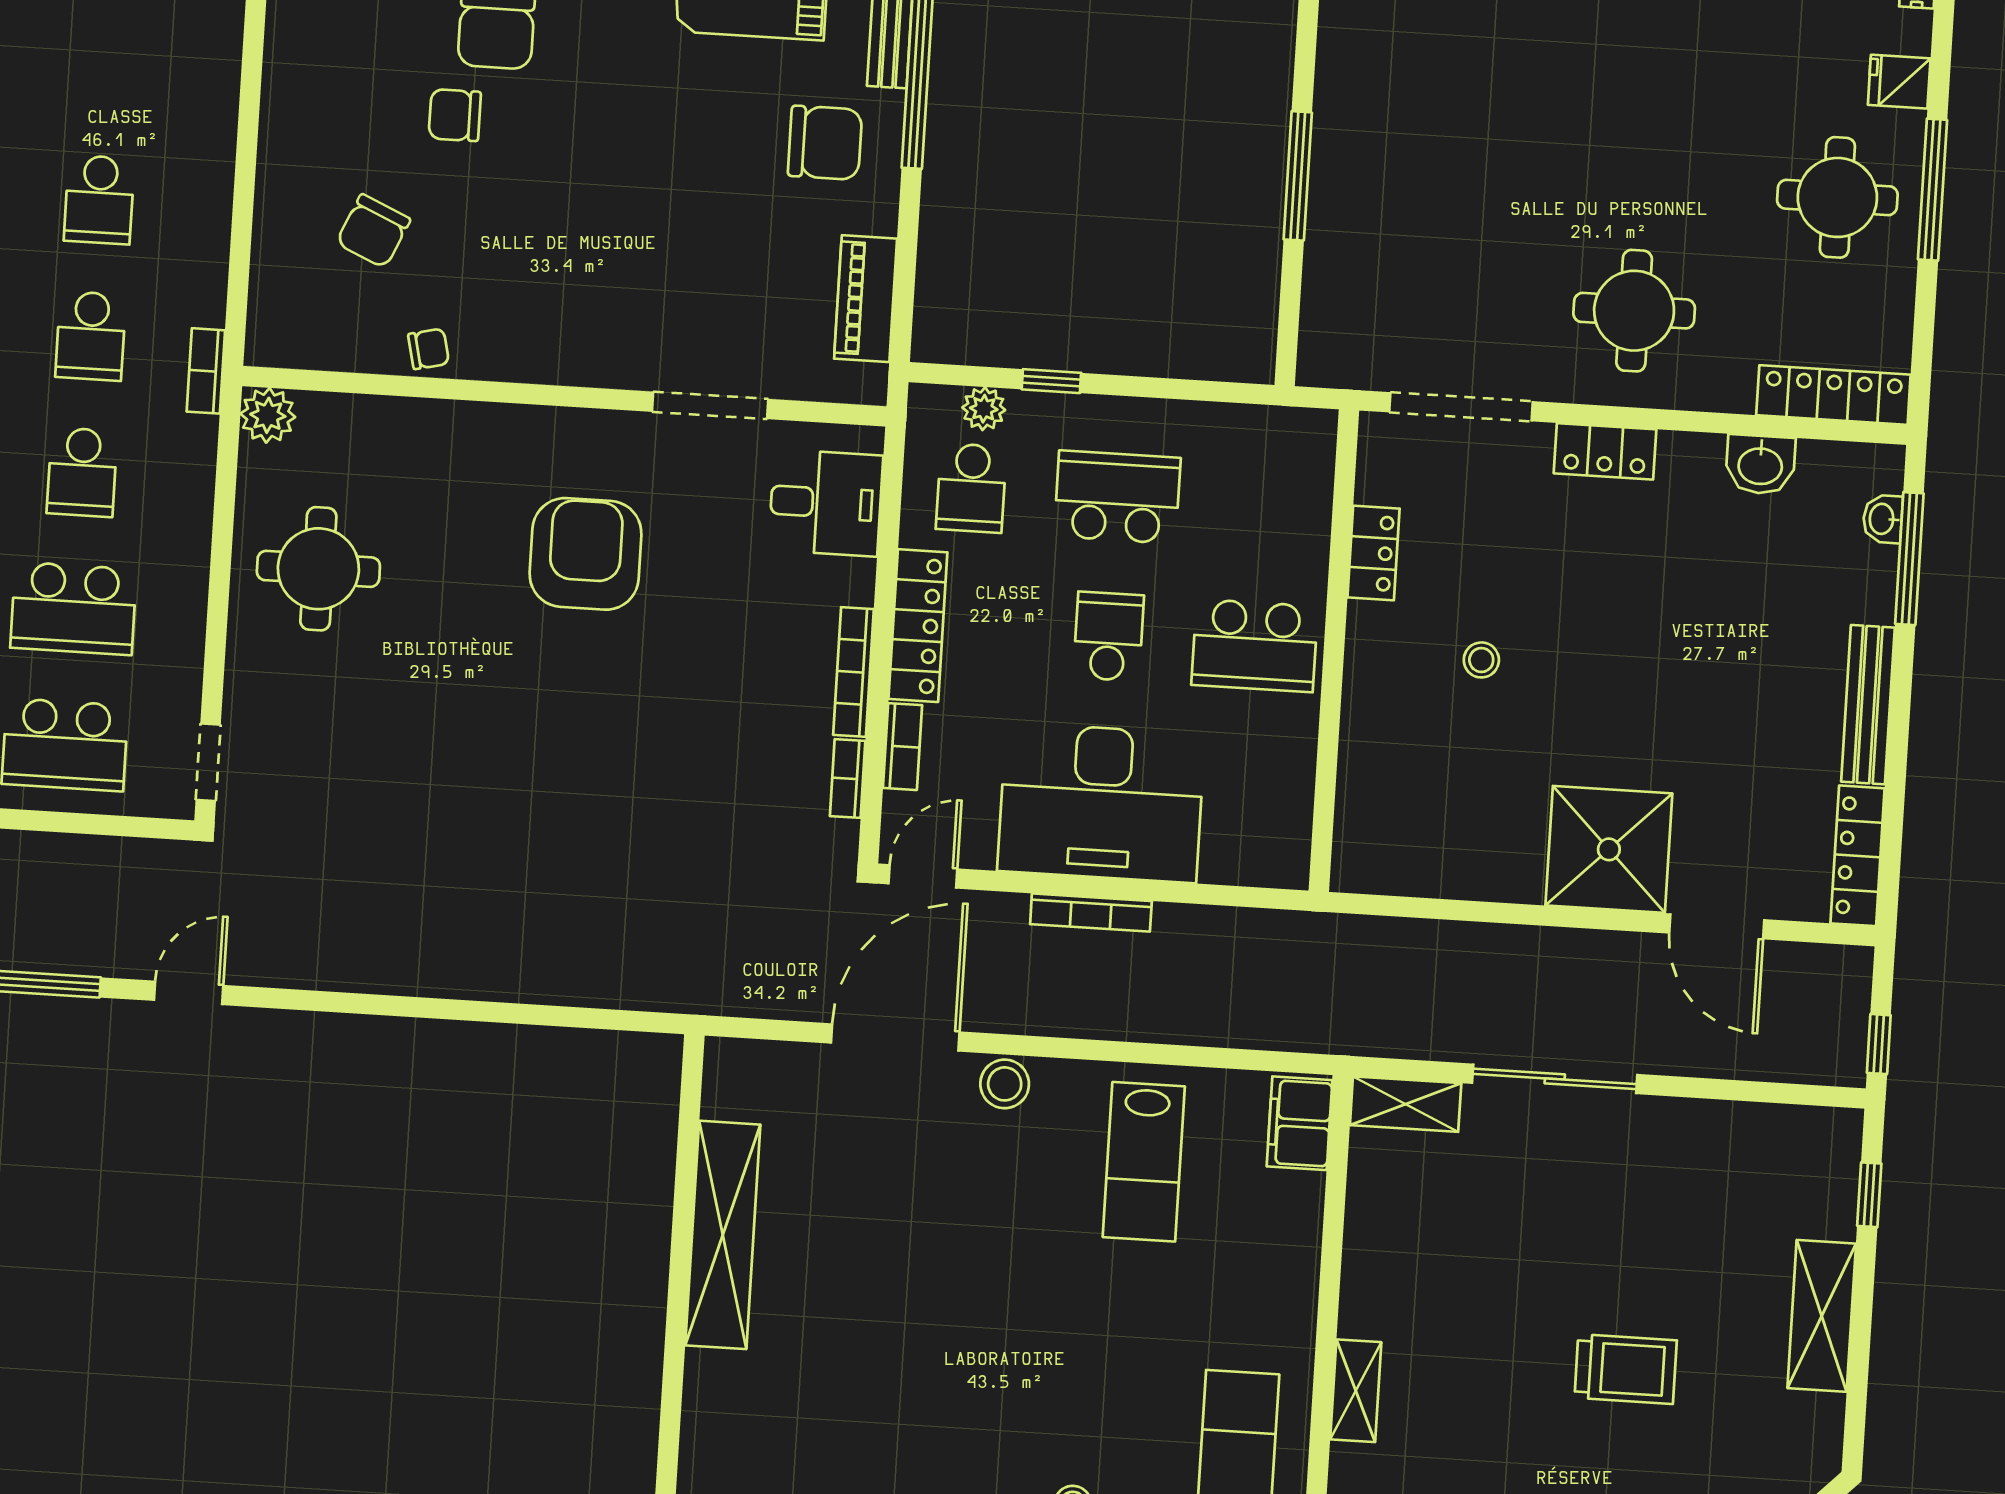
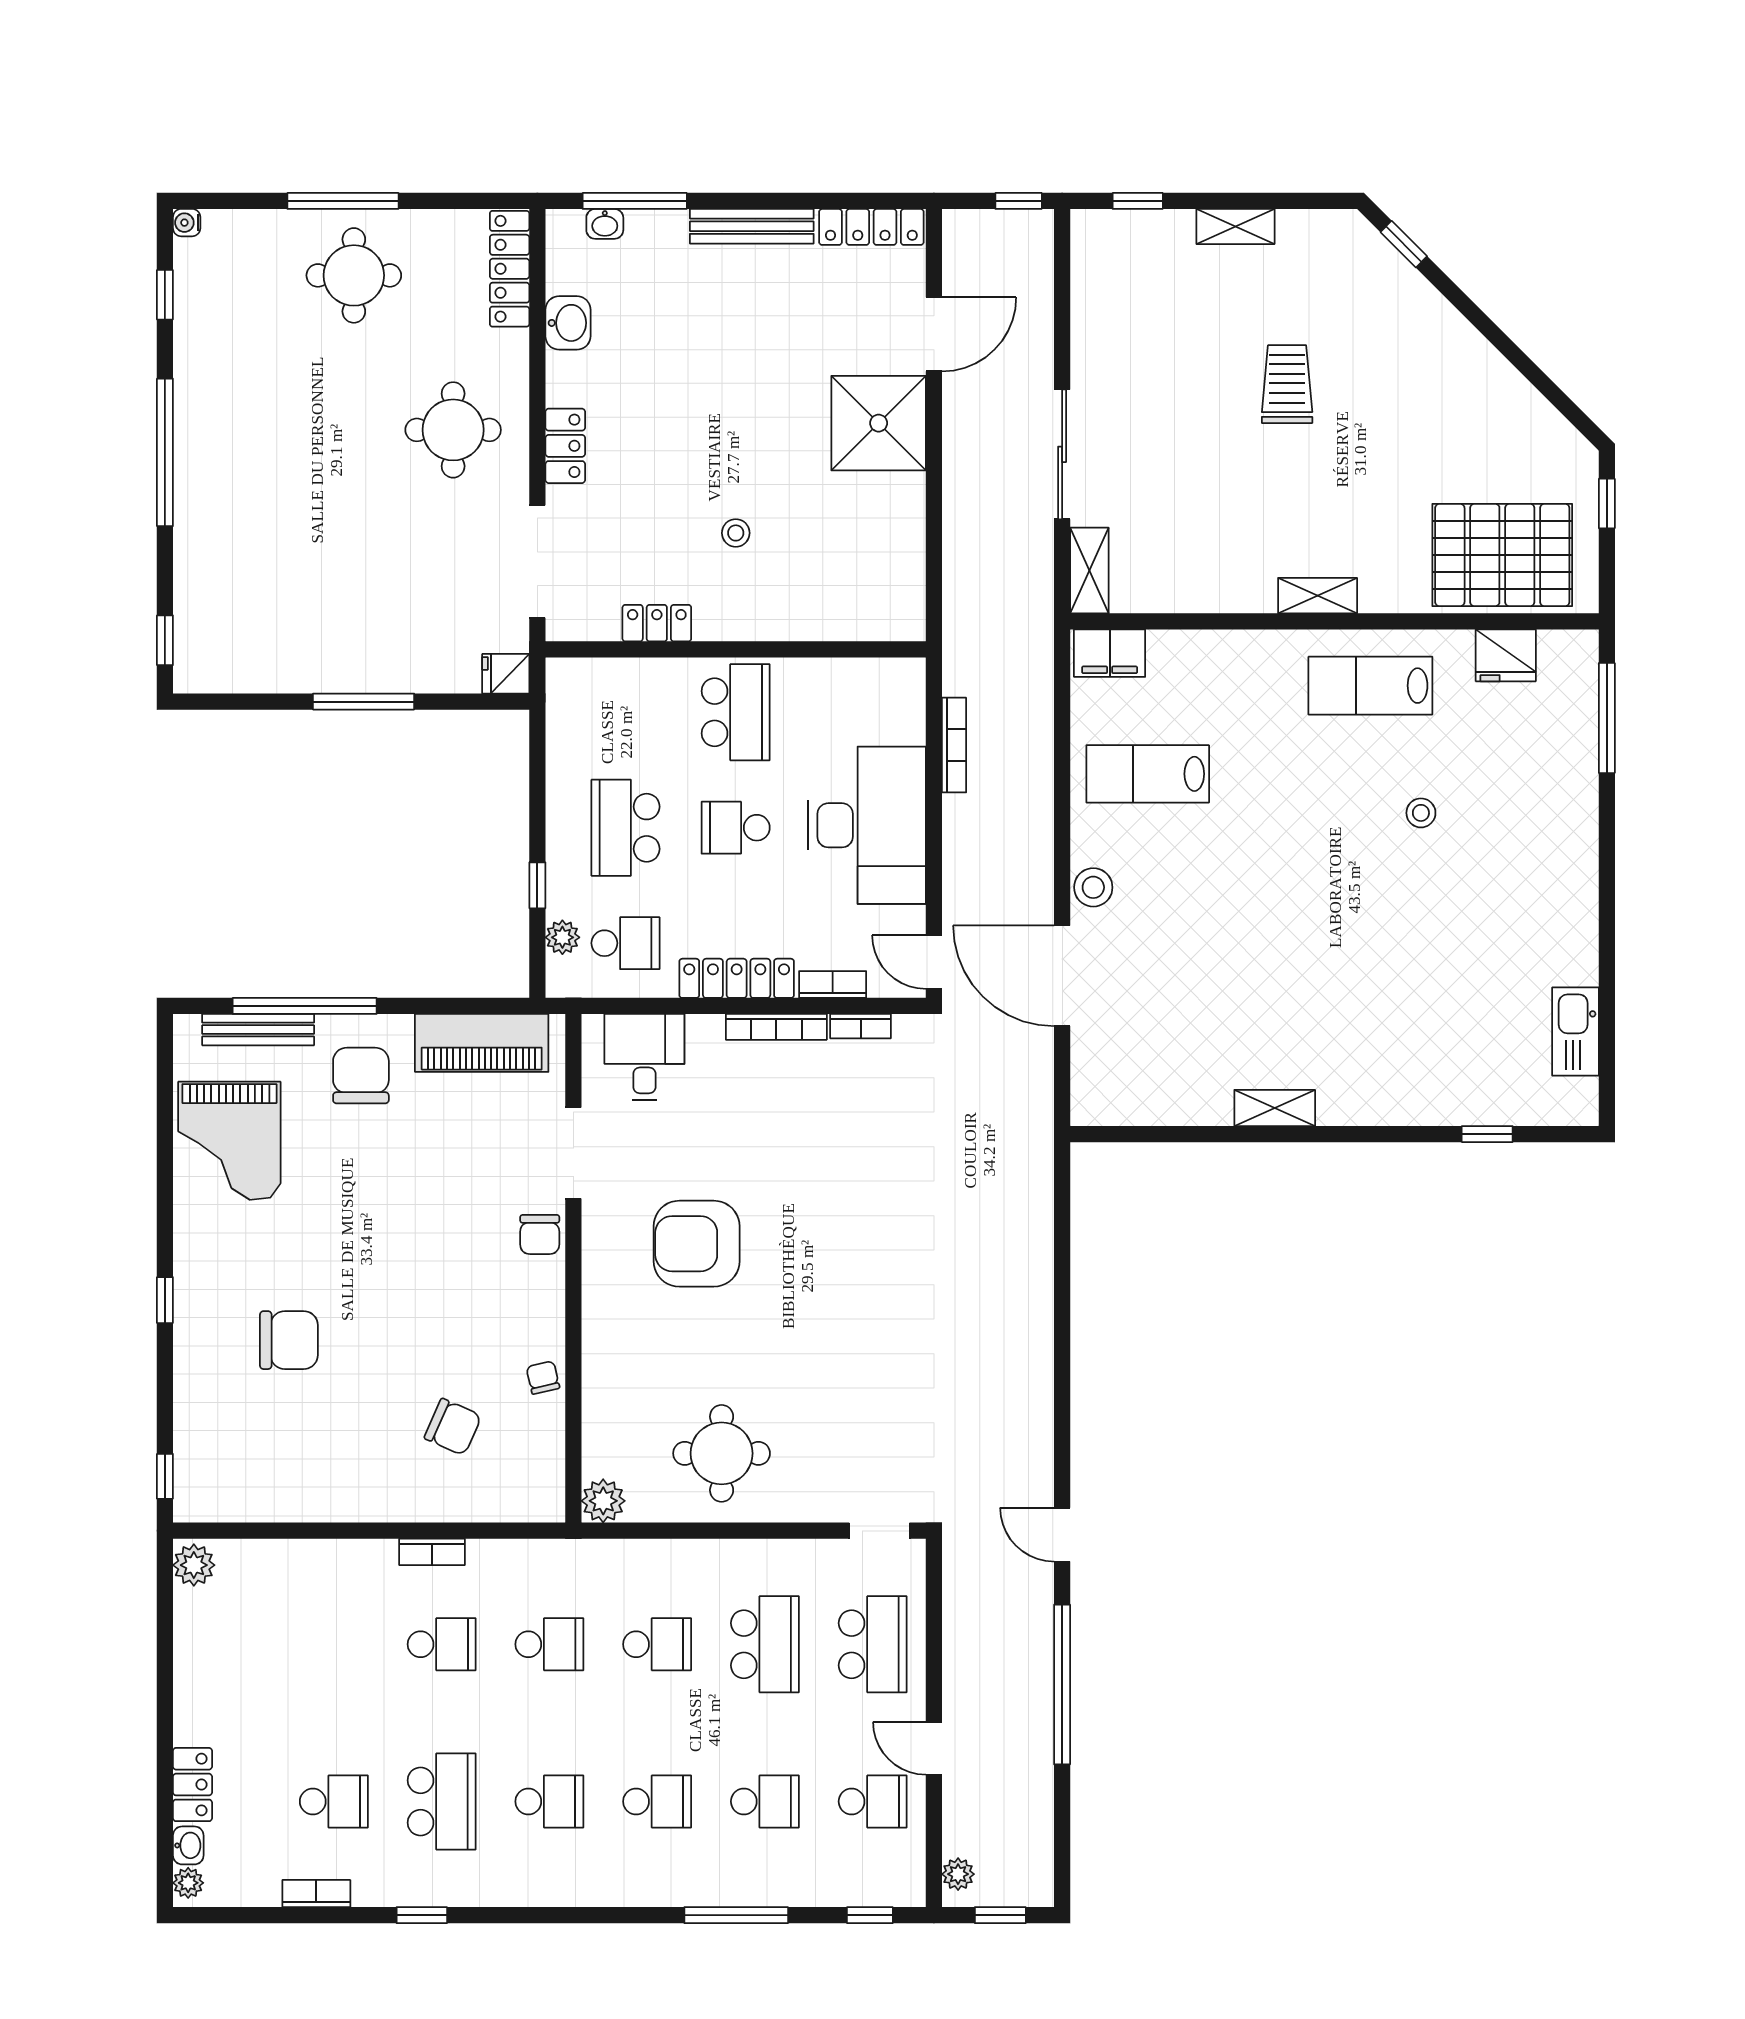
fridge: (1899, 82) -> (506, 674), moved, turned 90
chair: (455, 115) -> (540, 1235), moved
piano: (866, 299) -> (482, 1043), width x1.37, depth x1.33
bookcase: (206, 371) -> (432, 1552), moved
bookcase: (1091, 913) -> (954, 745), moved
lab bench: (1144, 1162) -> (1148, 774), turned 180
shelving: (723, 1235) -> (1275, 1108), width x0.45, depth x0.75
shelving: (1822, 1316) -> (1235, 226), width x0.67, depth x0.75

